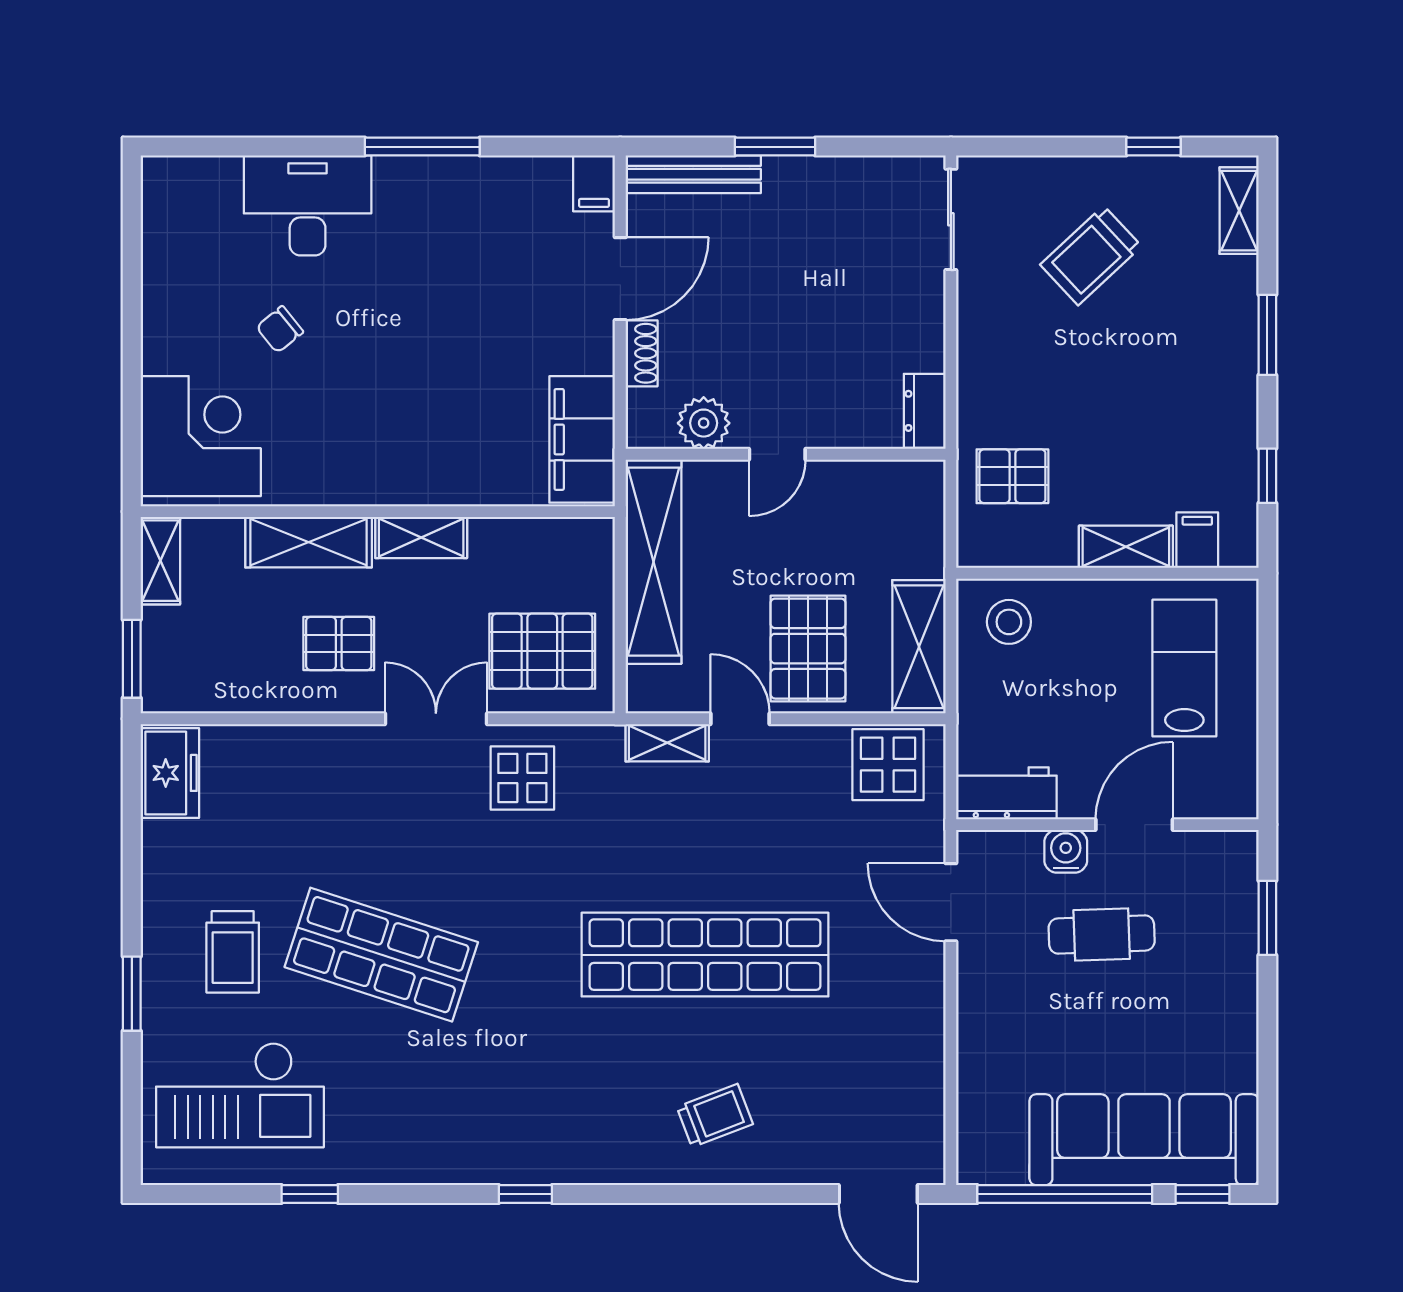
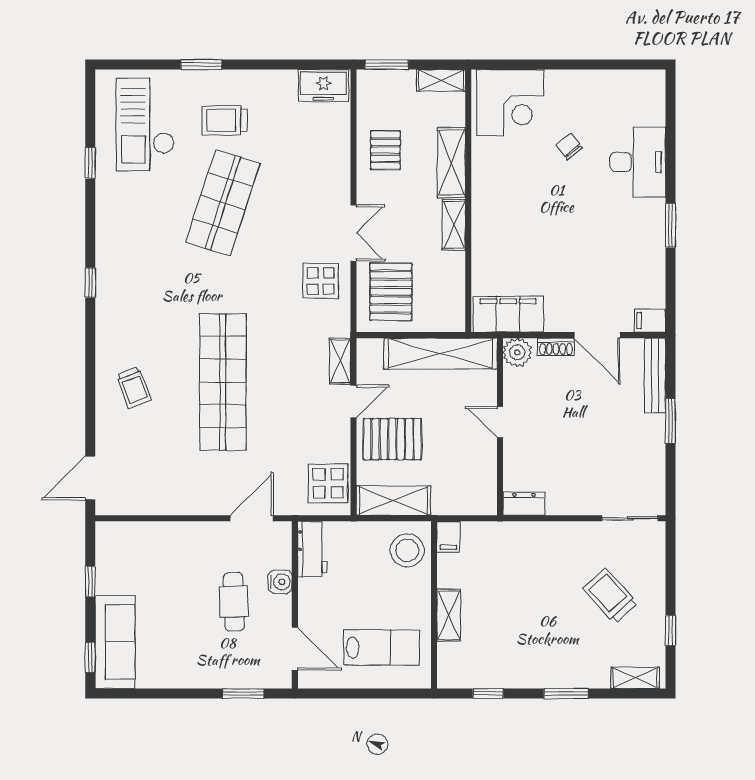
window: (422, 147) -> (670, 225), width x0.69
plant: (704, 423) -> (517, 352), moved
pallet: (1012, 476) -> (488, 552), removed
filing cabinet: (1197, 540) -> (449, 537), moved, turned 90
stool: (1009, 622) -> (407, 550), width x1.38, depth x1.38
pallet: (339, 643) -> (385, 150), moved
door: (1134, 825) -> (295, 649), moved
sofa: (1144, 1140) -> (115, 642), width x0.74, depth x0.79
window: (1065, 1194) -> (90, 581), width x0.32

